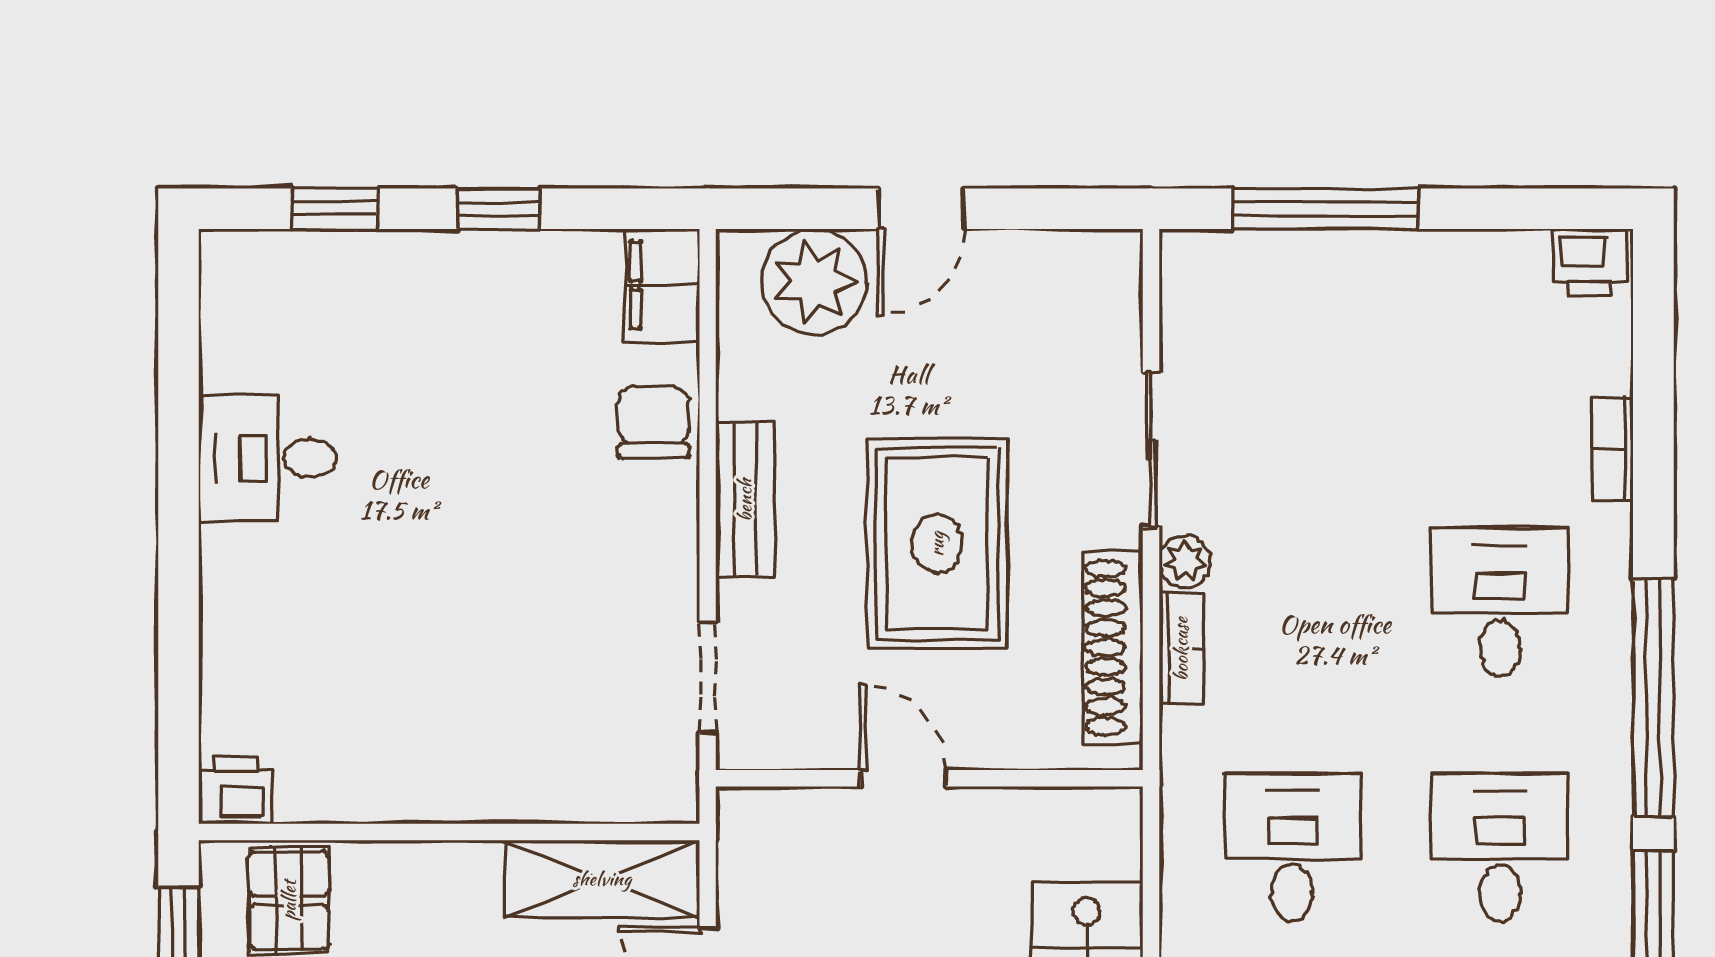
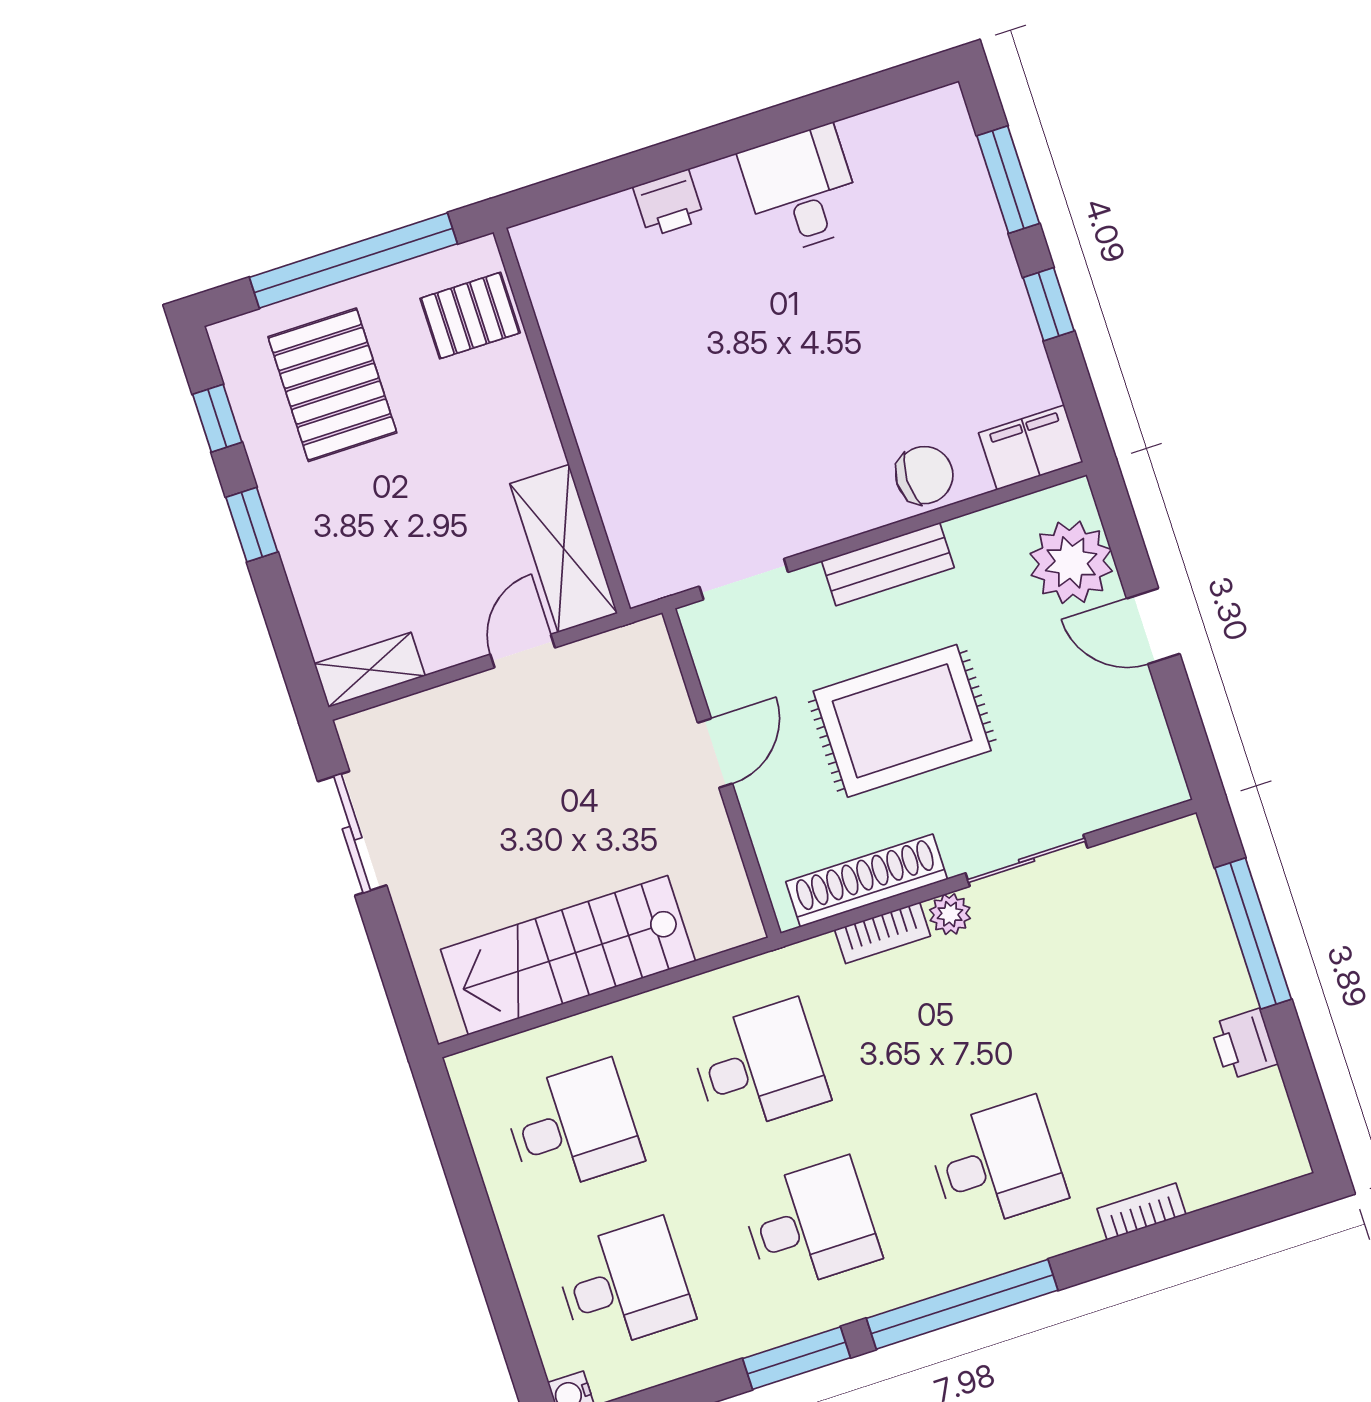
window: (335, 209) -> (1008, 180), width x1.50
printer: (1590, 262) -> (1244, 1044), moved
printer: (235, 791) -> (669, 203), moved, turned 90

